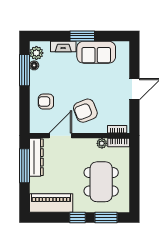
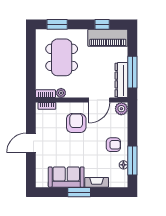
plant: (36, 53) -> (121, 109), moved
armchair: (46, 102) -> (113, 145), moved
armchair: (85, 111) -> (76, 123), turned -68
window: (77, 217) -> (102, 24), moved

